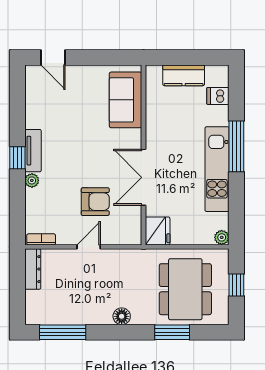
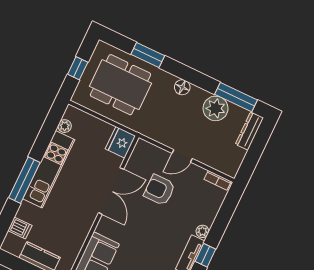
plant: (222, 237) -> (65, 126), moved
dresser: (33, 269) -> (249, 131), moved
dining table: (185, 289) -> (120, 85), turned 90
plant: (78, 311) -> (216, 108), added

